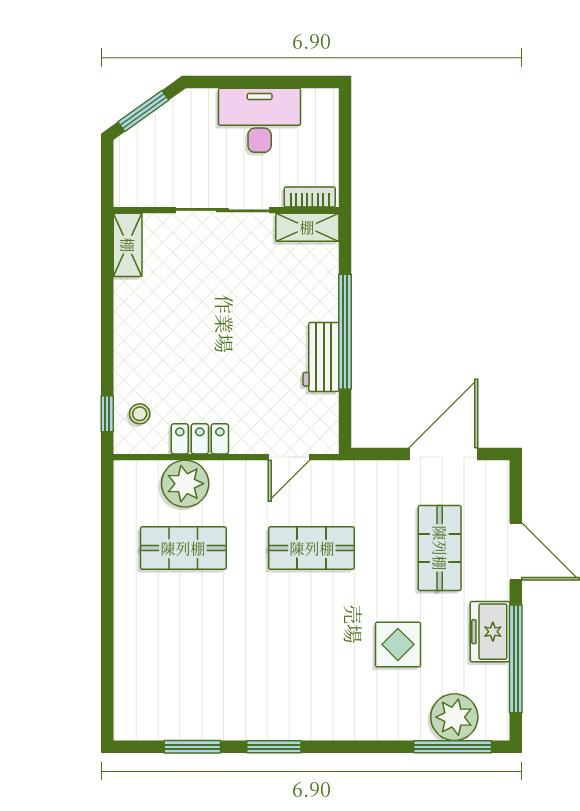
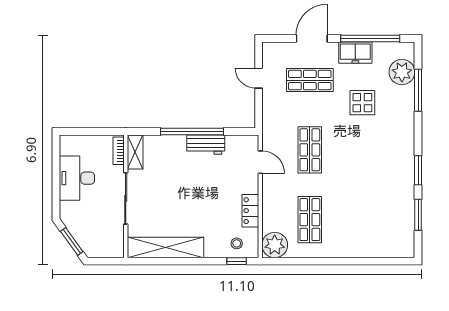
shelving: (128, 245) -> (165, 247), width x2.20, depth x1.33
door: (443, 454) -> (259, 78), width x0.53
plant: (185, 484) -> (275, 245), moved
window: (453, 747) -> (418, 90), moved

